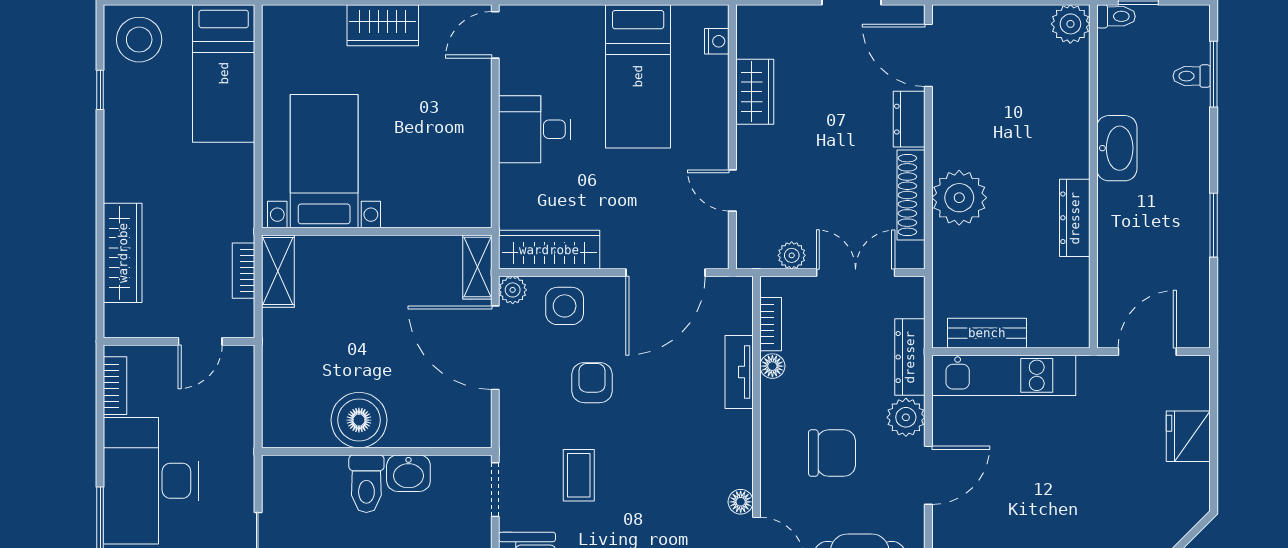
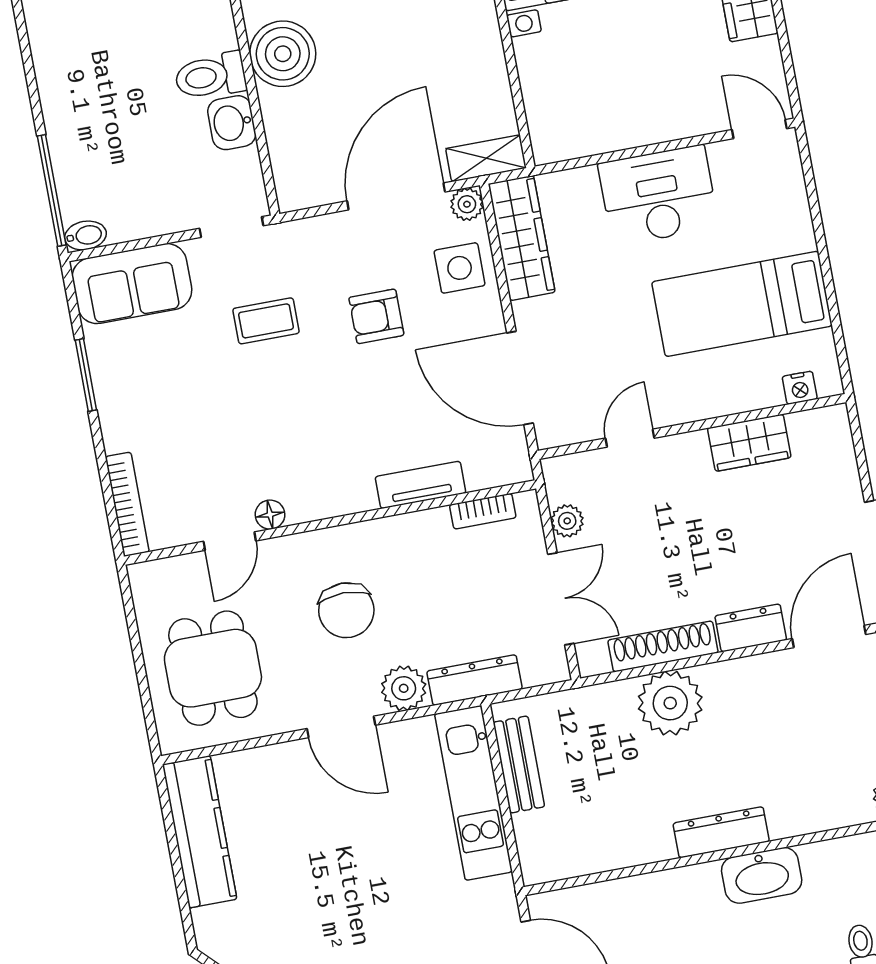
desk: (535, 129) -> (658, 195), width x1.37
dresser: (1075, 218) -> (721, 832), moved
floor lamp: (772, 366) -> (434, 522), removed
armchair: (592, 383) -> (376, 316), turned 180

